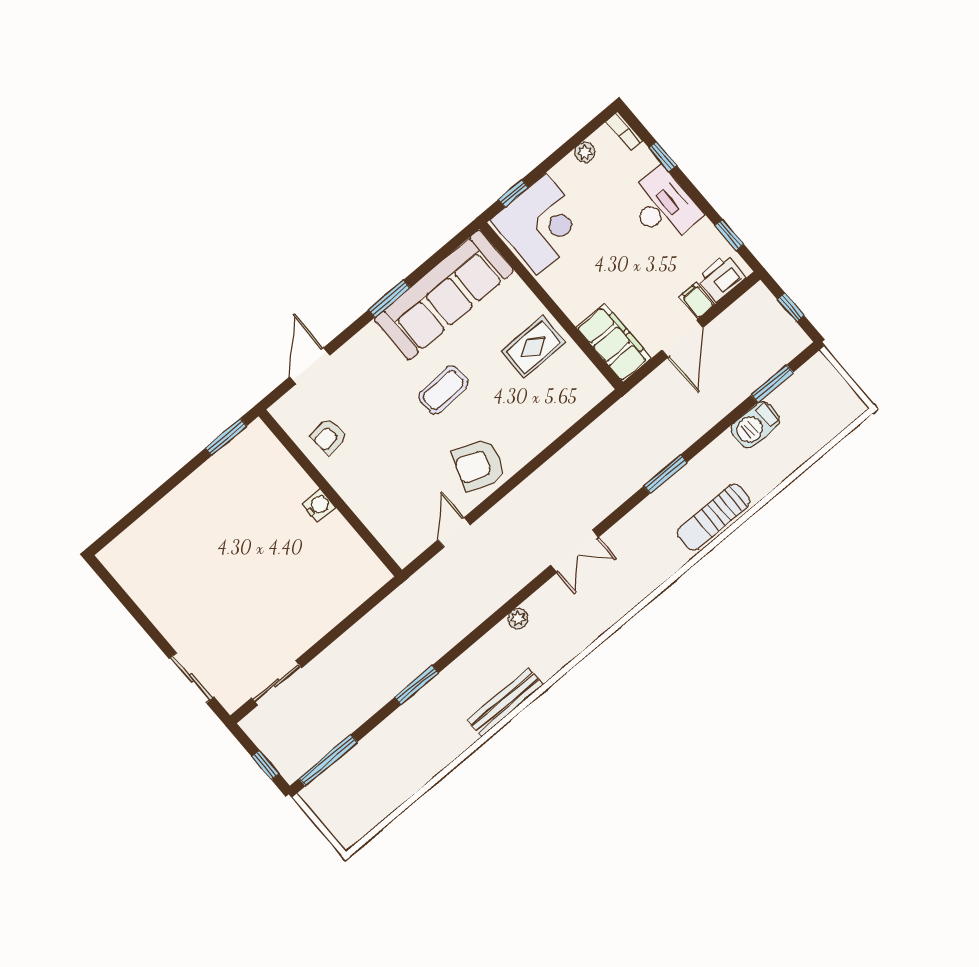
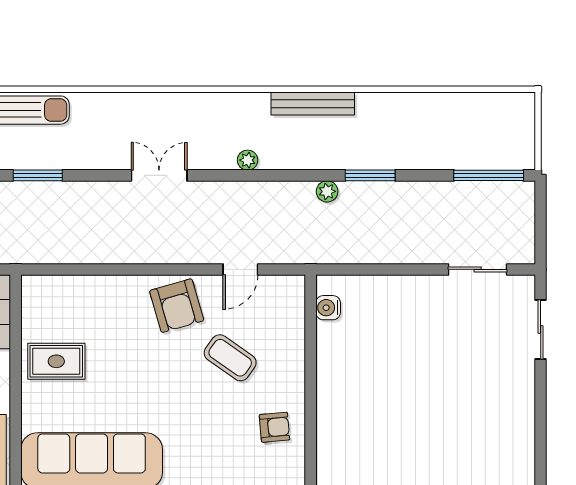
coffee table: (443, 390) -> (230, 358), moved, turned 38
armchair: (479, 465) -> (177, 306), turned 53
water cooler: (318, 505) -> (328, 308), moved
plant: (439, 646) -> (327, 191), added
window: (266, 765) -> (541, 213), removed

